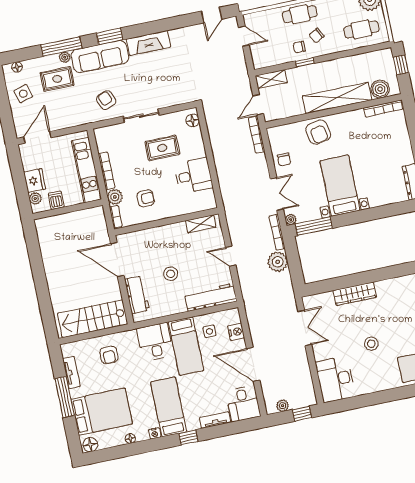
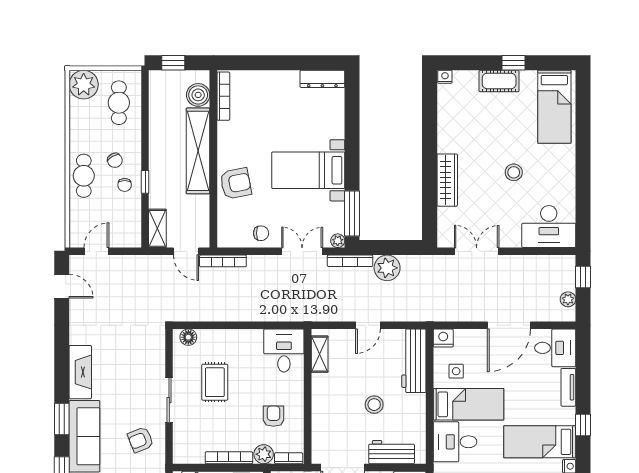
desk: (193, 176) -> (284, 351), moved
nightstand: (236, 332) -> (443, 338), moved

